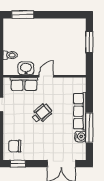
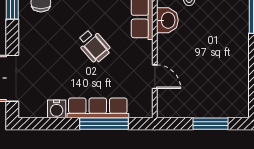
door: (46, 76) -> (155, 77), moved
window: (89, 128) -> (104, 124), moved

